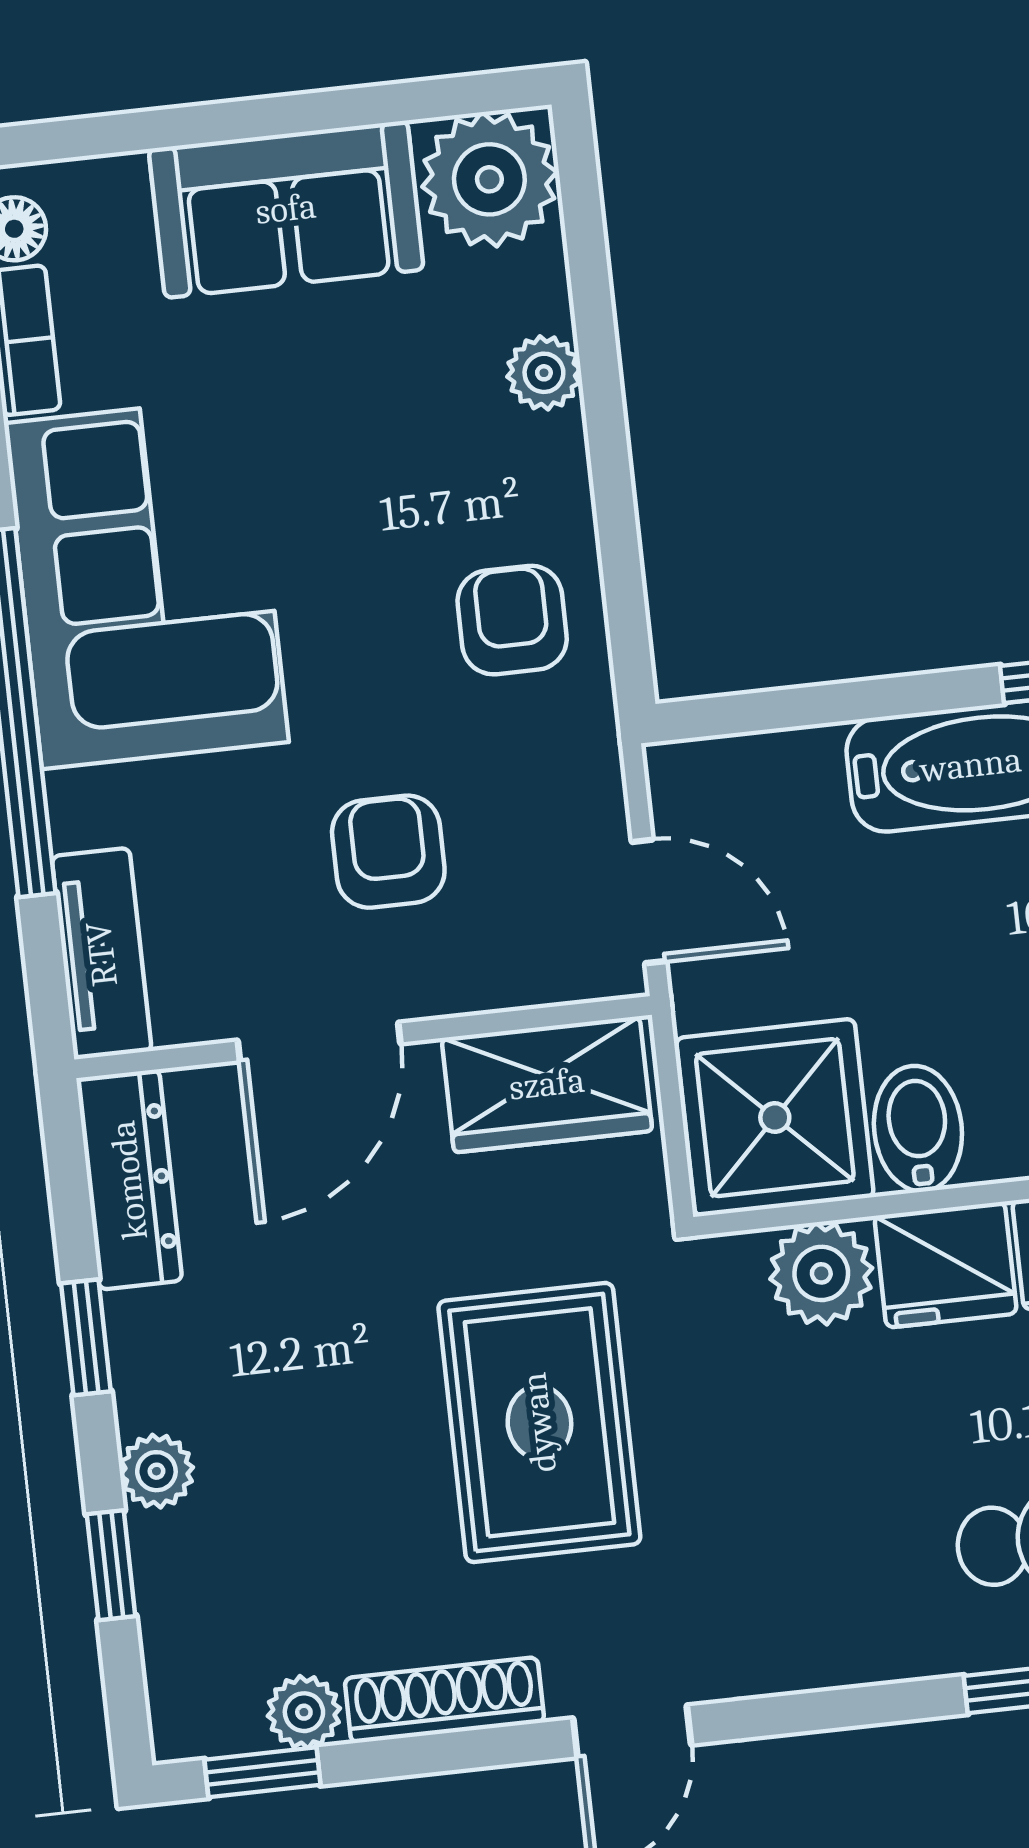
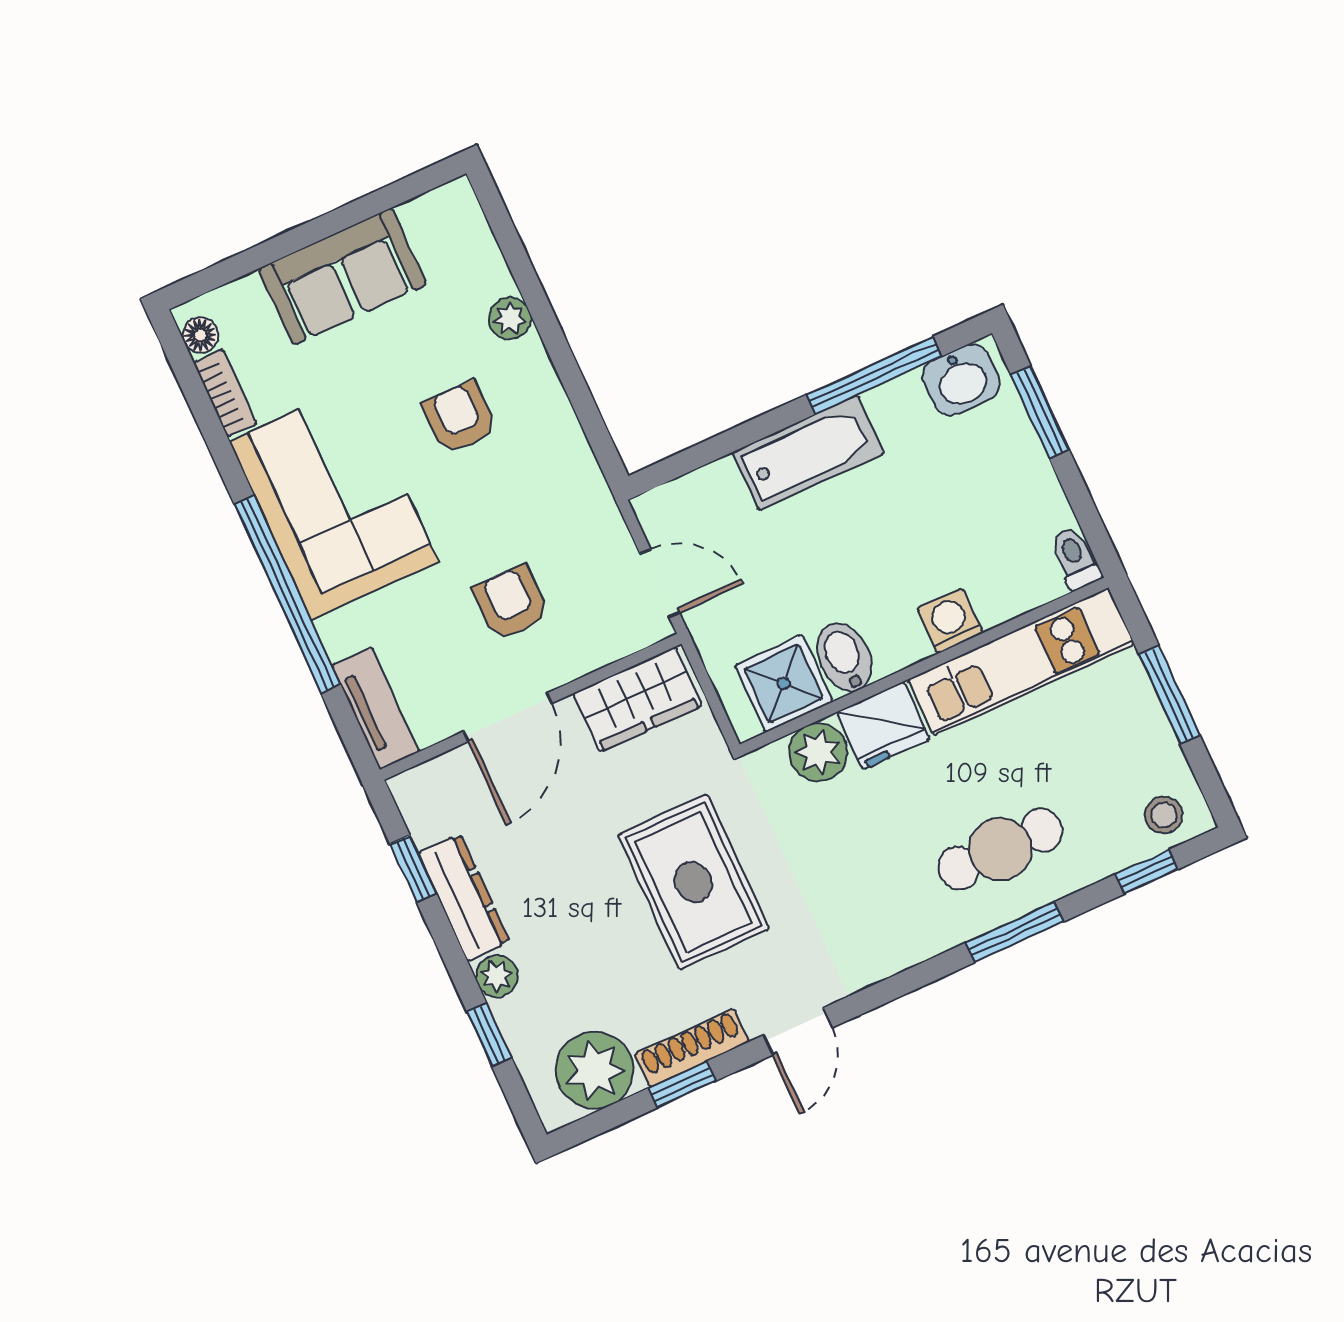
plant: (489, 179) -> (446, 224), removed
armchair: (512, 620) -> (460, 418), moved
shower: (775, 1118) -> (784, 684), width x0.73, depth x0.73
dresser: (129, 1180) -> (464, 898), moved
window: (86, 1337) -> (413, 869), moved
plant: (304, 1712) -> (595, 1070), width x1.88, depth x1.88
window: (263, 1772) -> (682, 1085), moved

